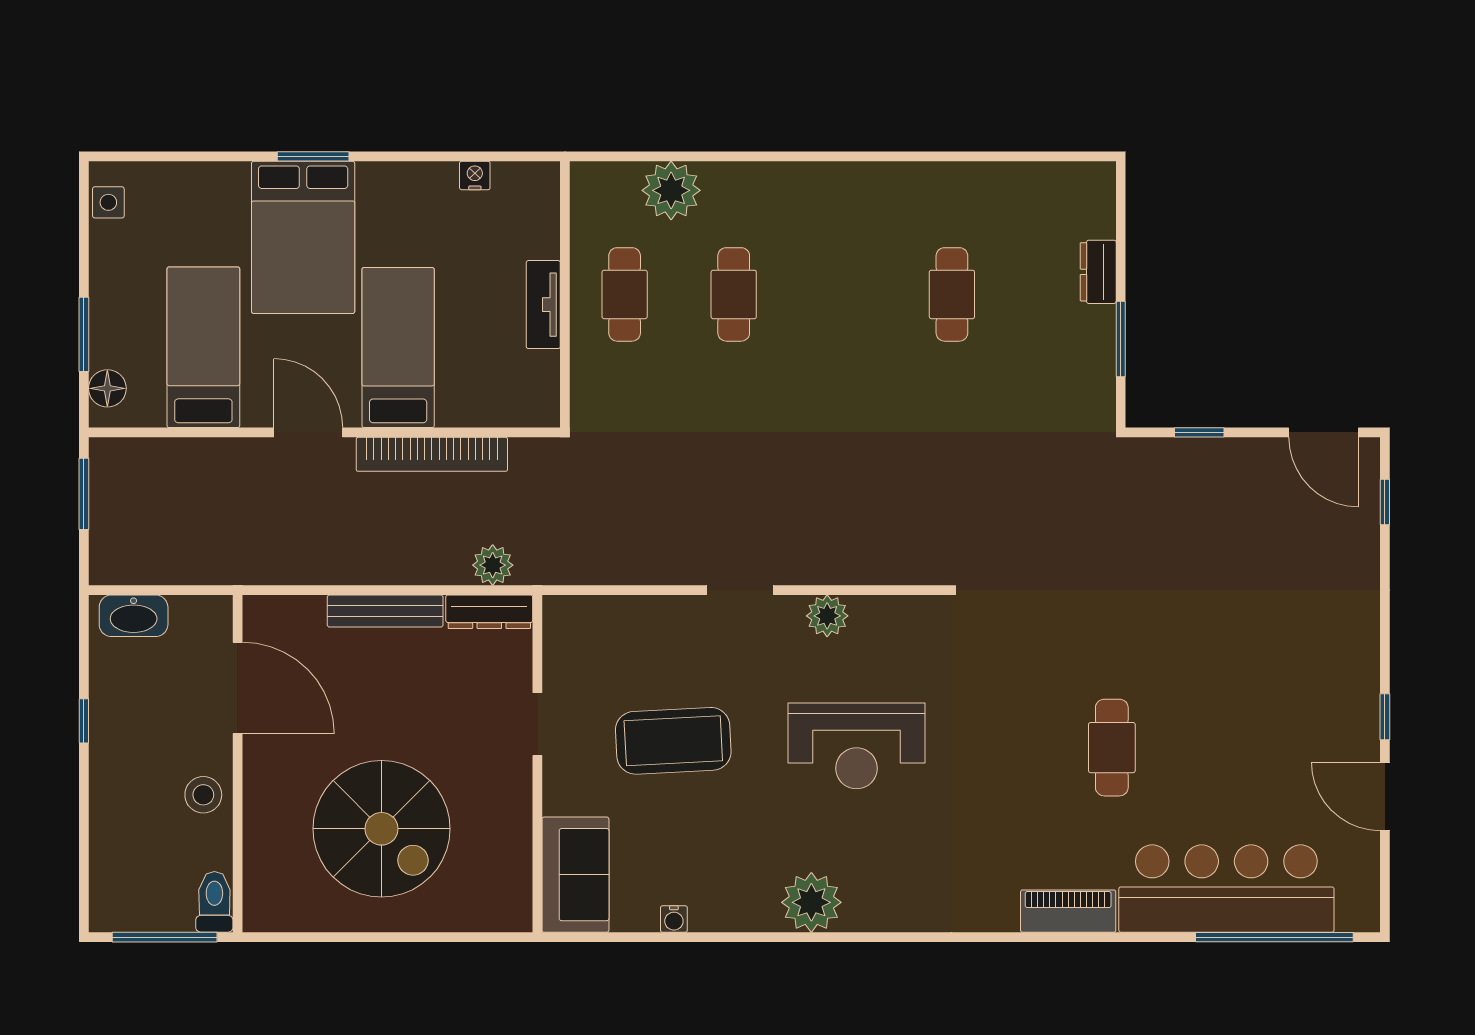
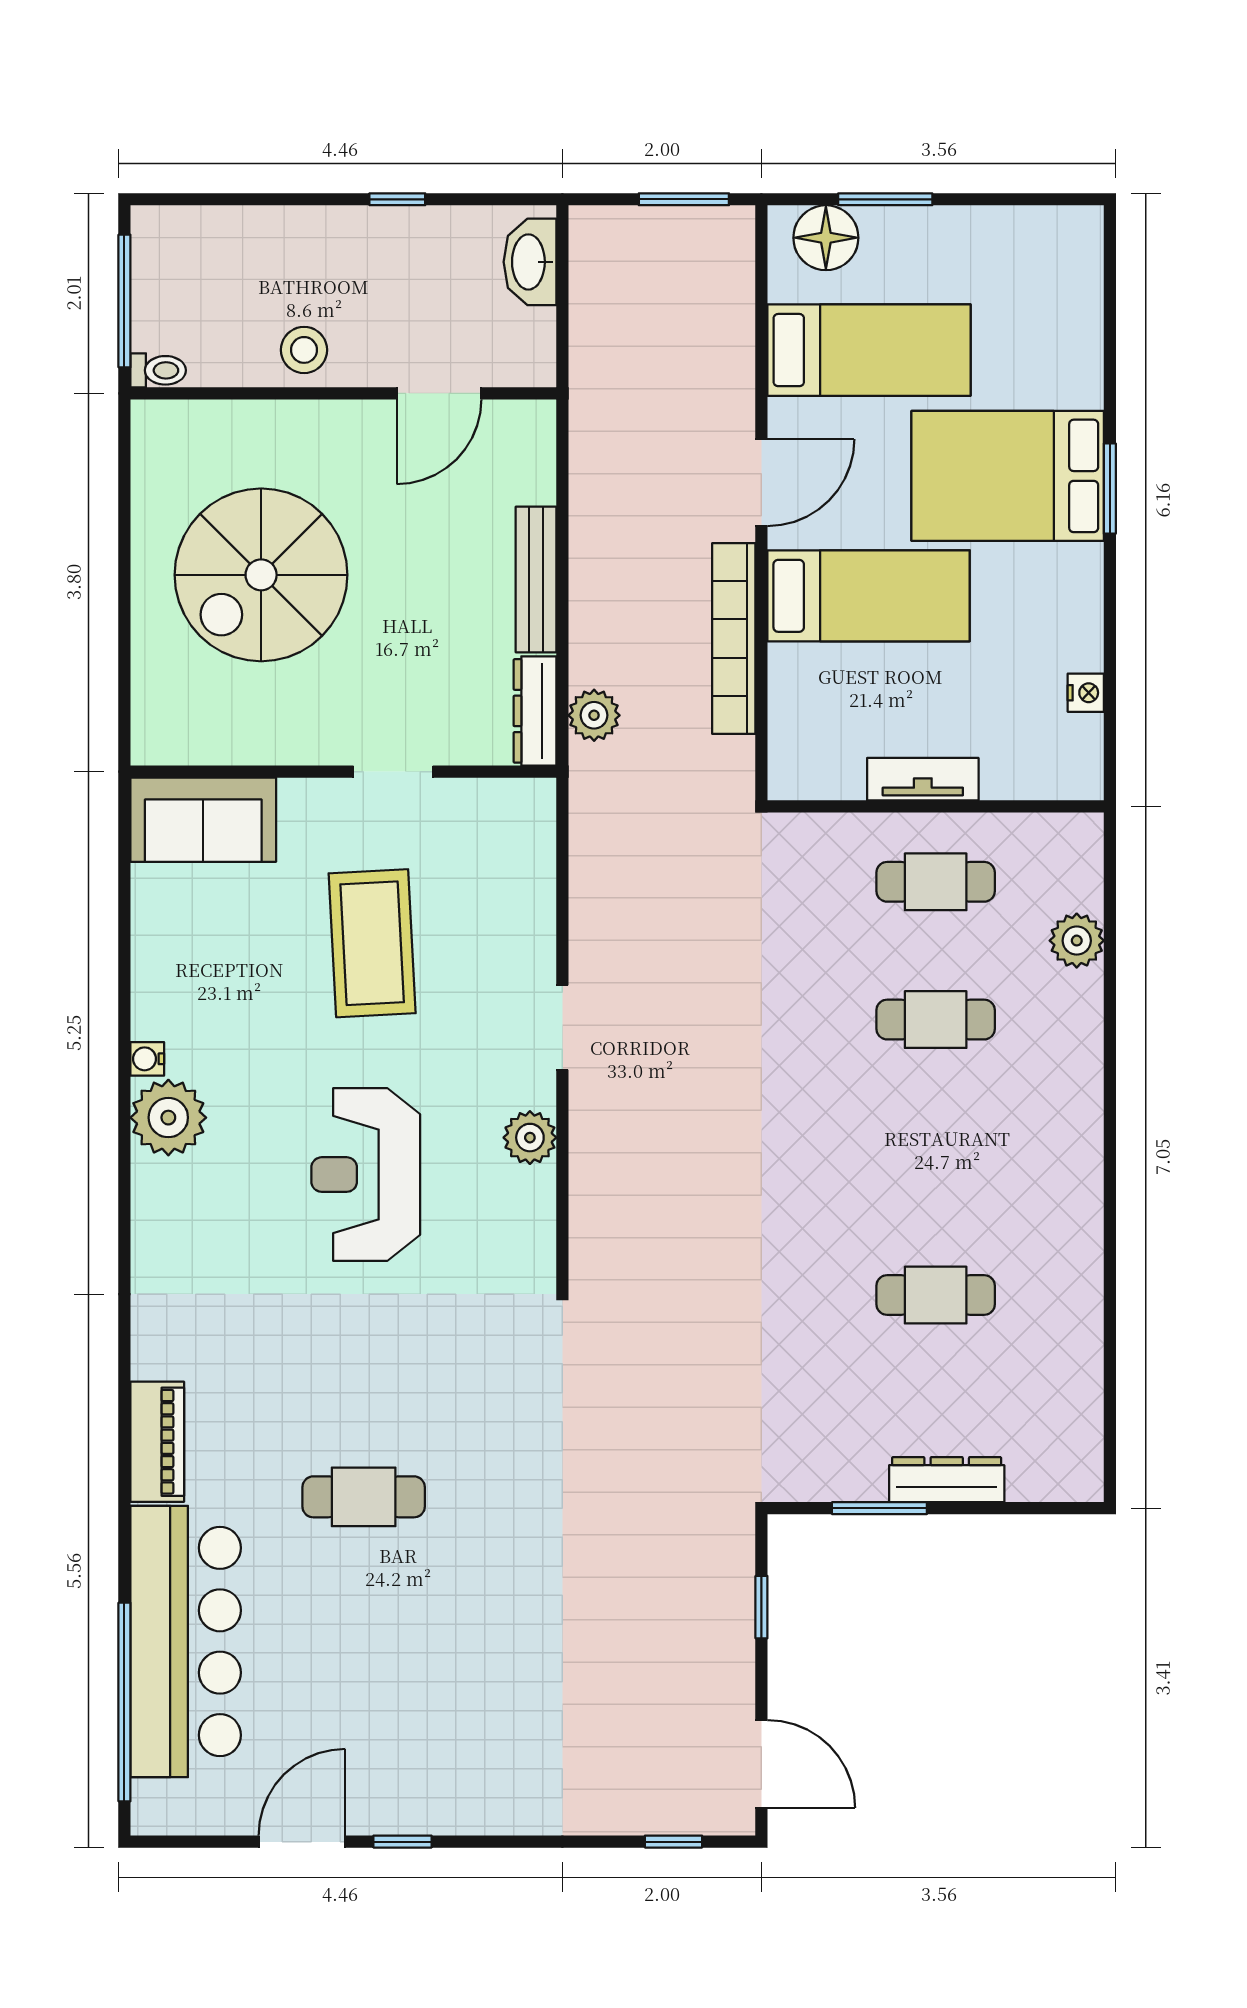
plant: (671, 190) -> (1077, 941), width x0.73, depth x0.73
side table: (108, 202) -> (1052, 230), removed
dresser: (1098, 272) -> (947, 1480), width x1.44
floor lamp: (107, 388) -> (826, 238), width x1.38, depth x1.38
door: (1323, 432) -> (761, 1764), swing flipped
door: (238, 688) -> (439, 393), width x0.73
toilet: (214, 902) -> (158, 370), width x0.73, depth x0.72
water cooler: (674, 919) -> (147, 1059), moved

